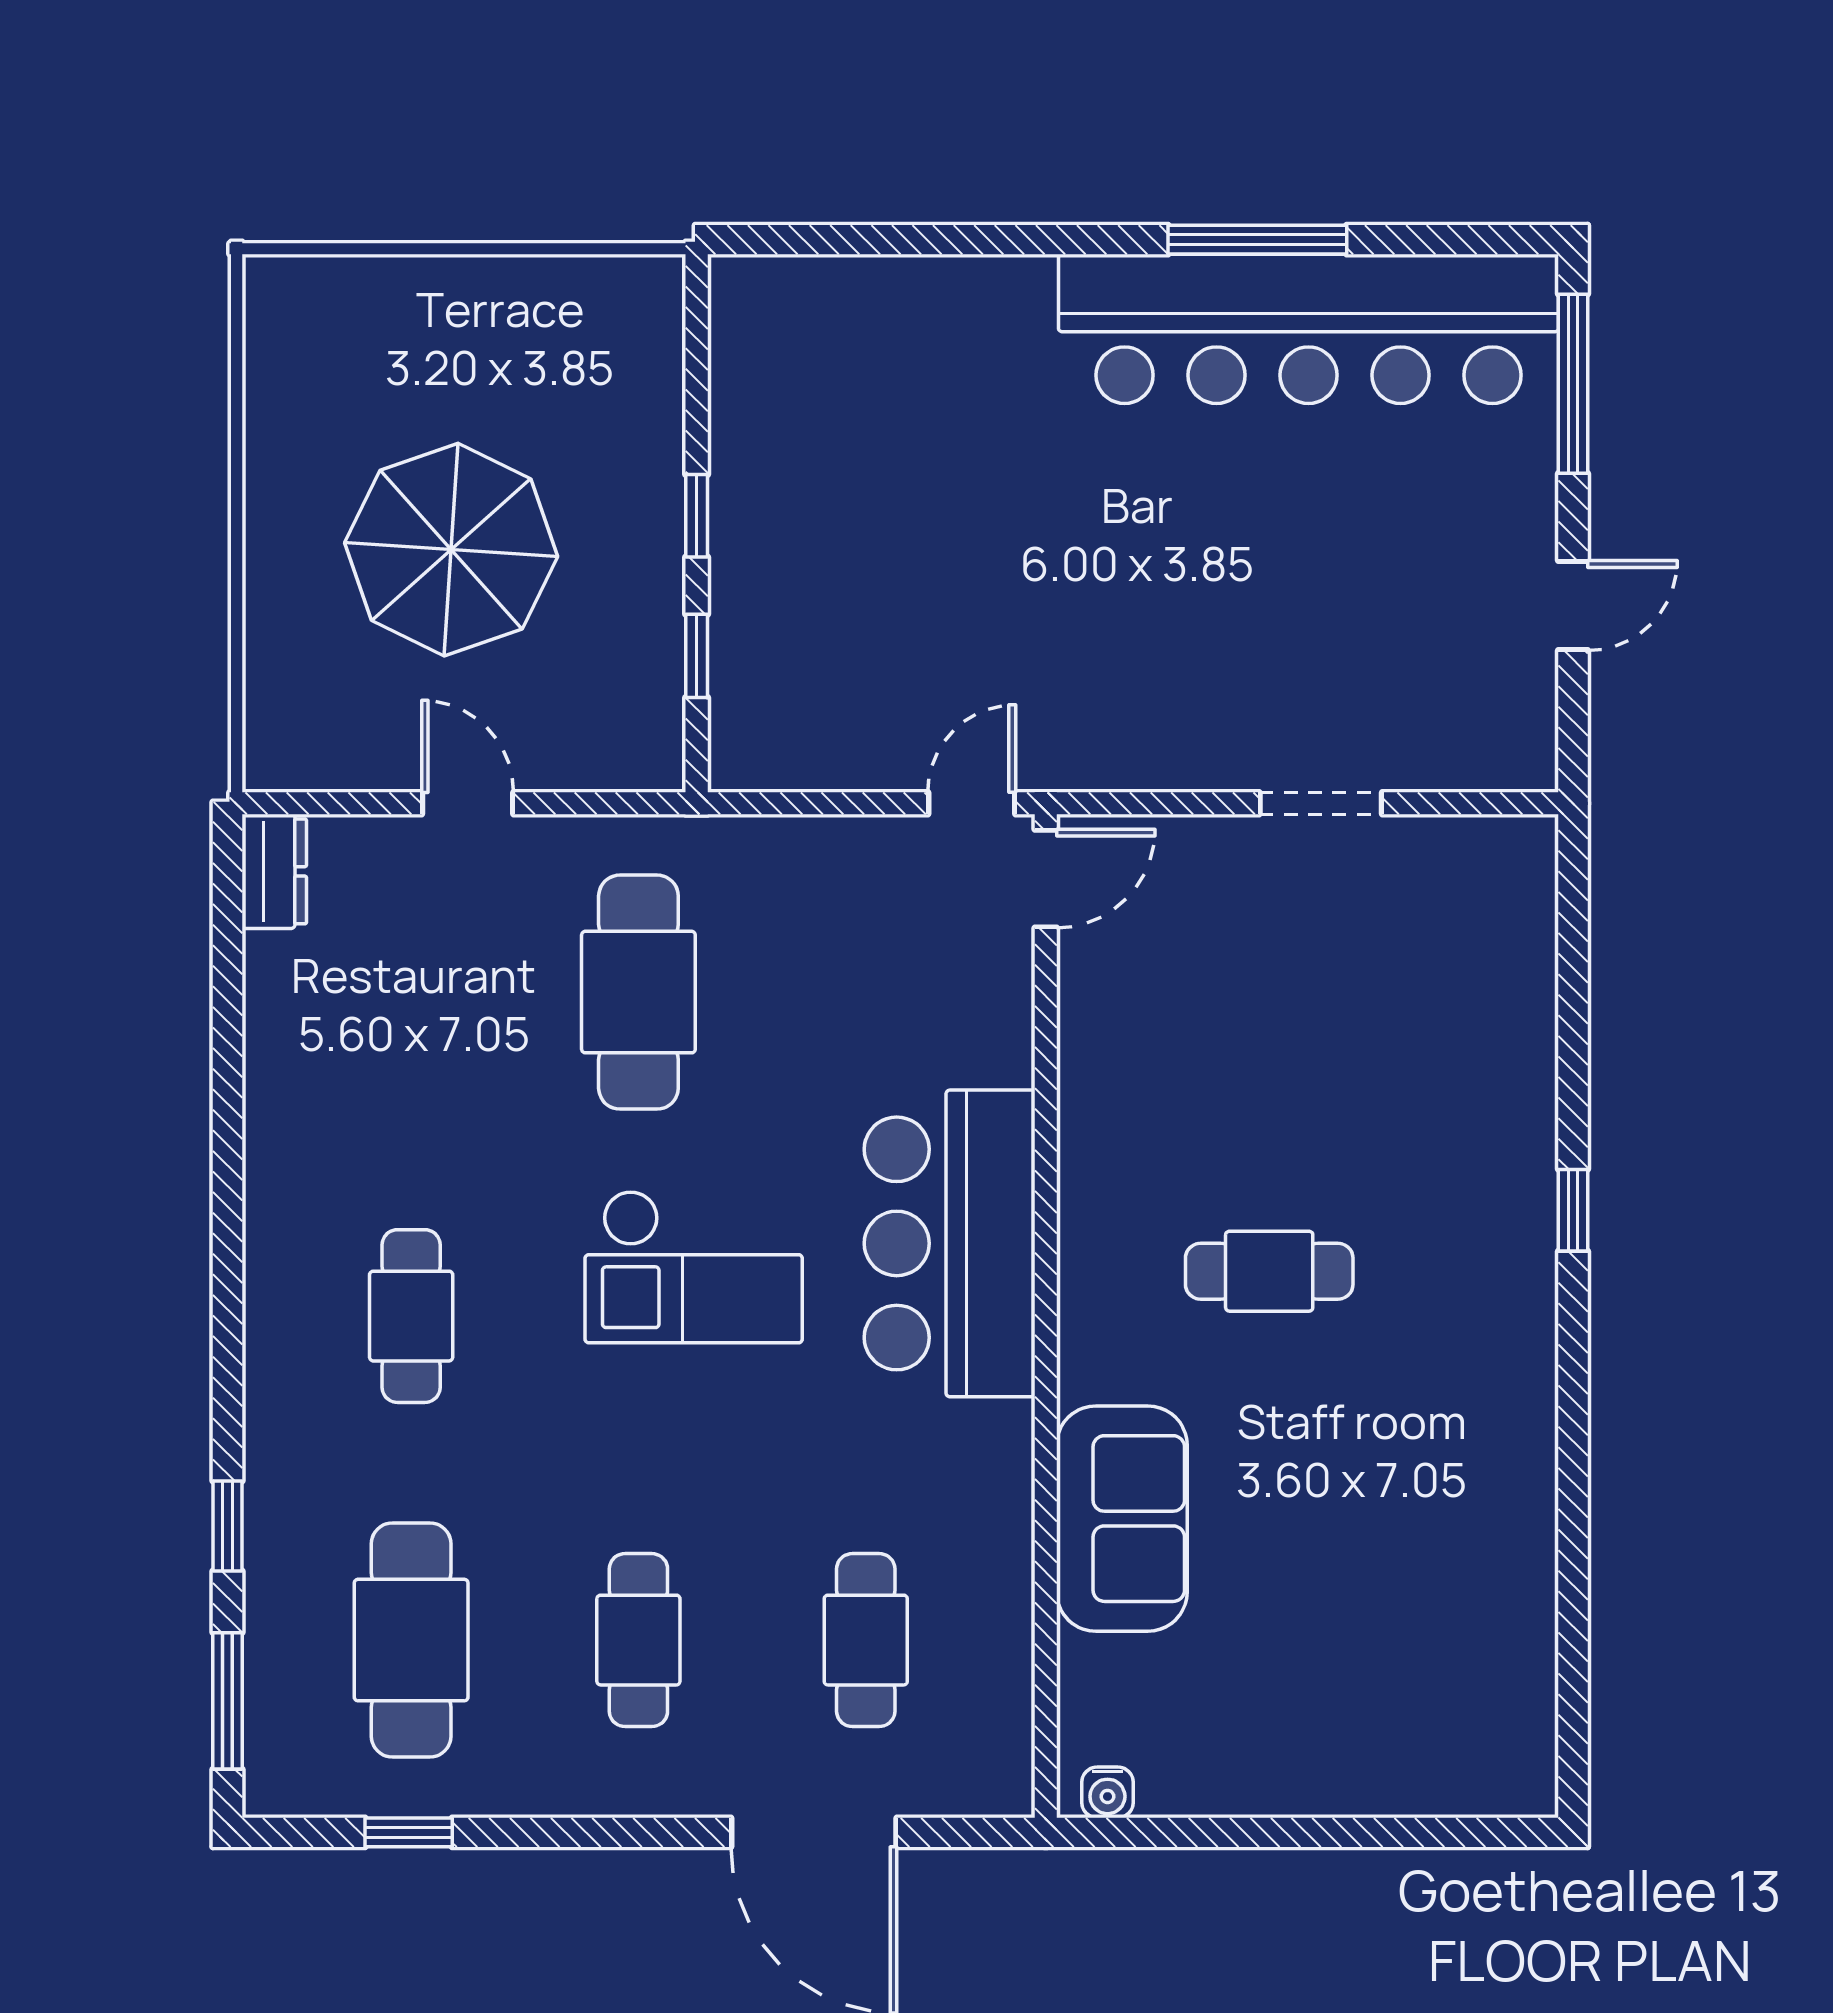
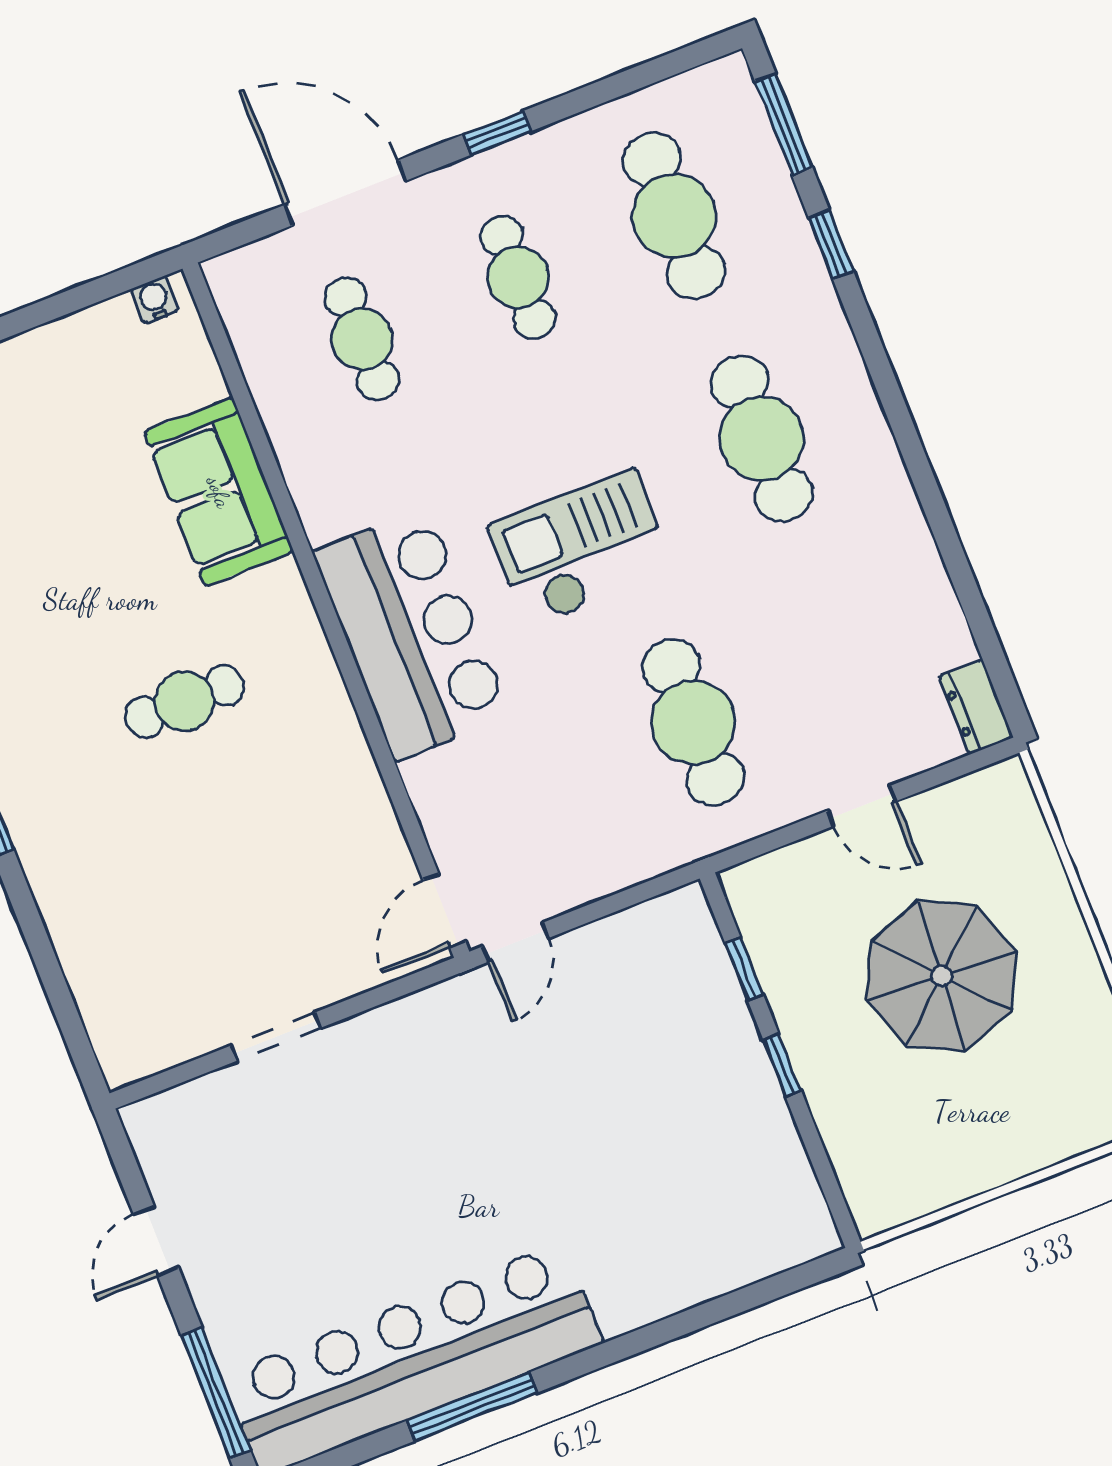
cafe table: (411, 1316) -> (762, 438), width x1.37, depth x1.35
window: (409, 1832) -> (497, 133), moved

